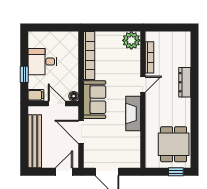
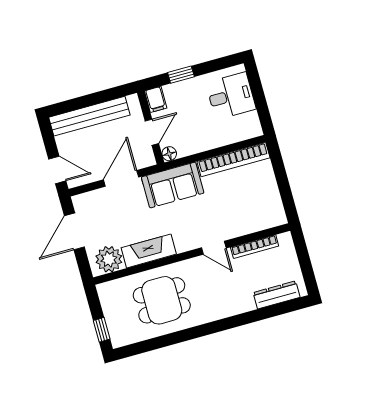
plant: (131, 40) -> (109, 259), moved
desk: (42, 62) -> (231, 96), moved, turned 90
dresser: (185, 82) -> (277, 295), moved
fireplace: (133, 114) -> (149, 251), moved
dining table: (174, 144) -> (162, 300), moved

